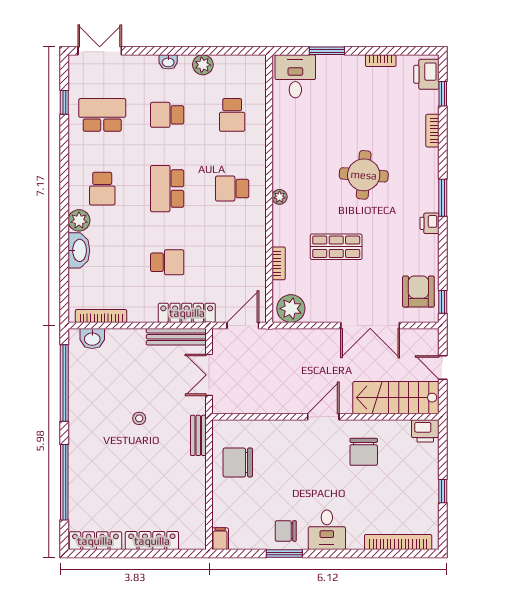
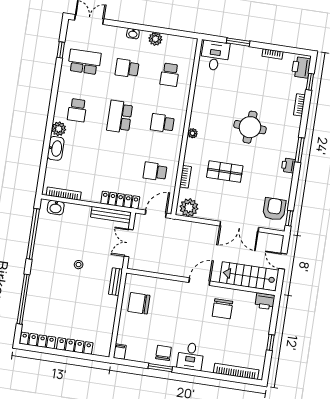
school desk: (167, 262) -> (155, 171), moved, turned 180
chair: (286, 531) -> (163, 353), turned 90

